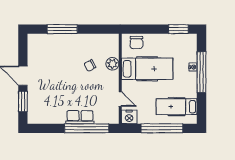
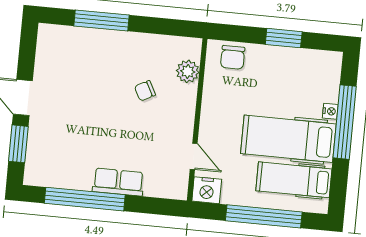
window: (178, 29) -> (284, 38), moved
plant: (112, 64) -> (188, 71), moved
hospital bed: (147, 69) -> (288, 139), moved, turned 180
window: (87, 128) -> (85, 199), moved

